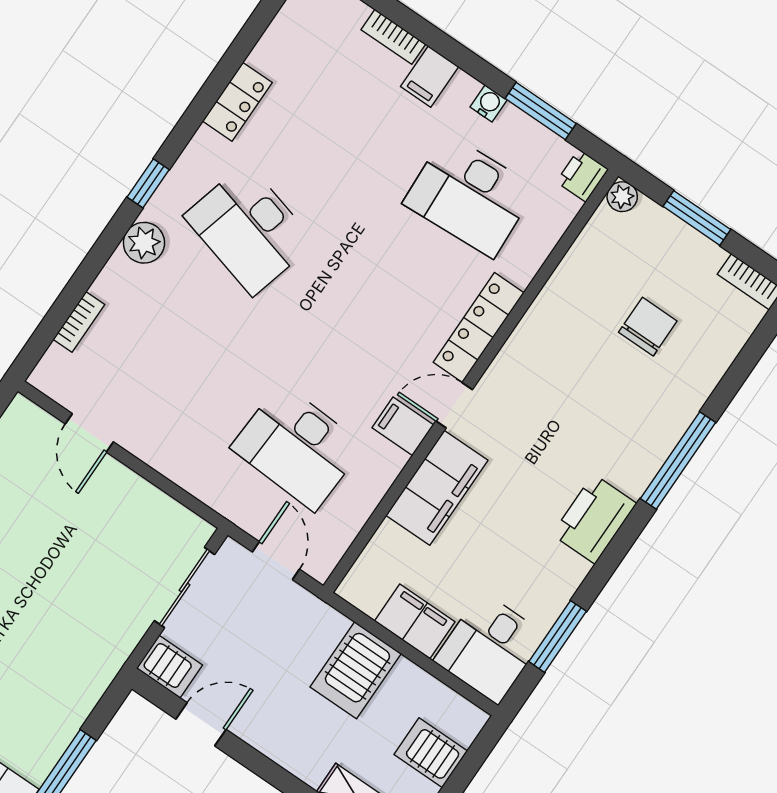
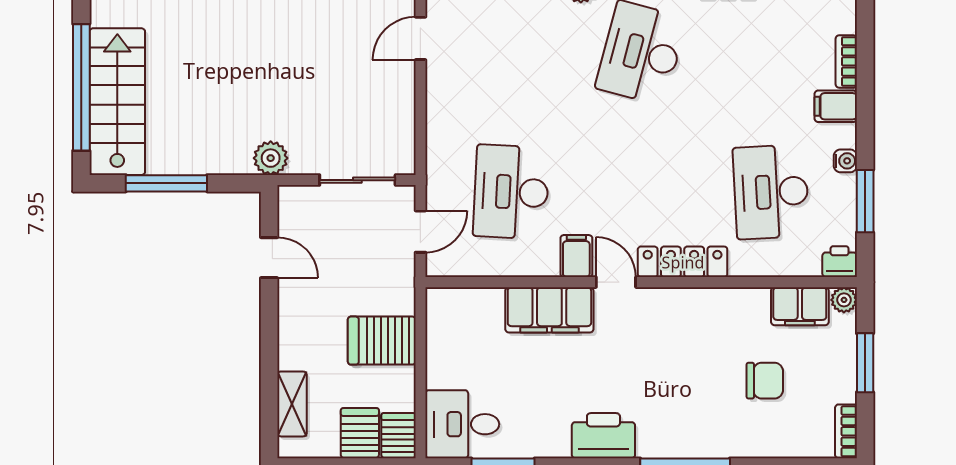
filing cabinet: (415, 621) -> (800, 306), moved, turned 90
plant: (106, 657) -> (271, 158), added
server rack: (169, 667) -> (398, 436), moved, turned 180

